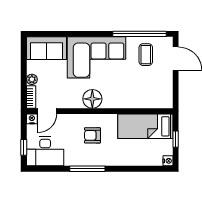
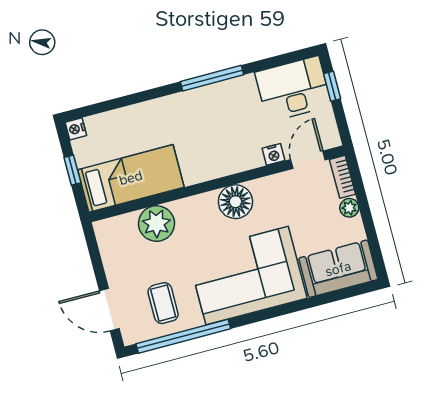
plant: (138, 98) -> (156, 223), added
nightstand: (32, 119) -> (274, 154), moved
armchair: (92, 135) -> (219, 138), removed

